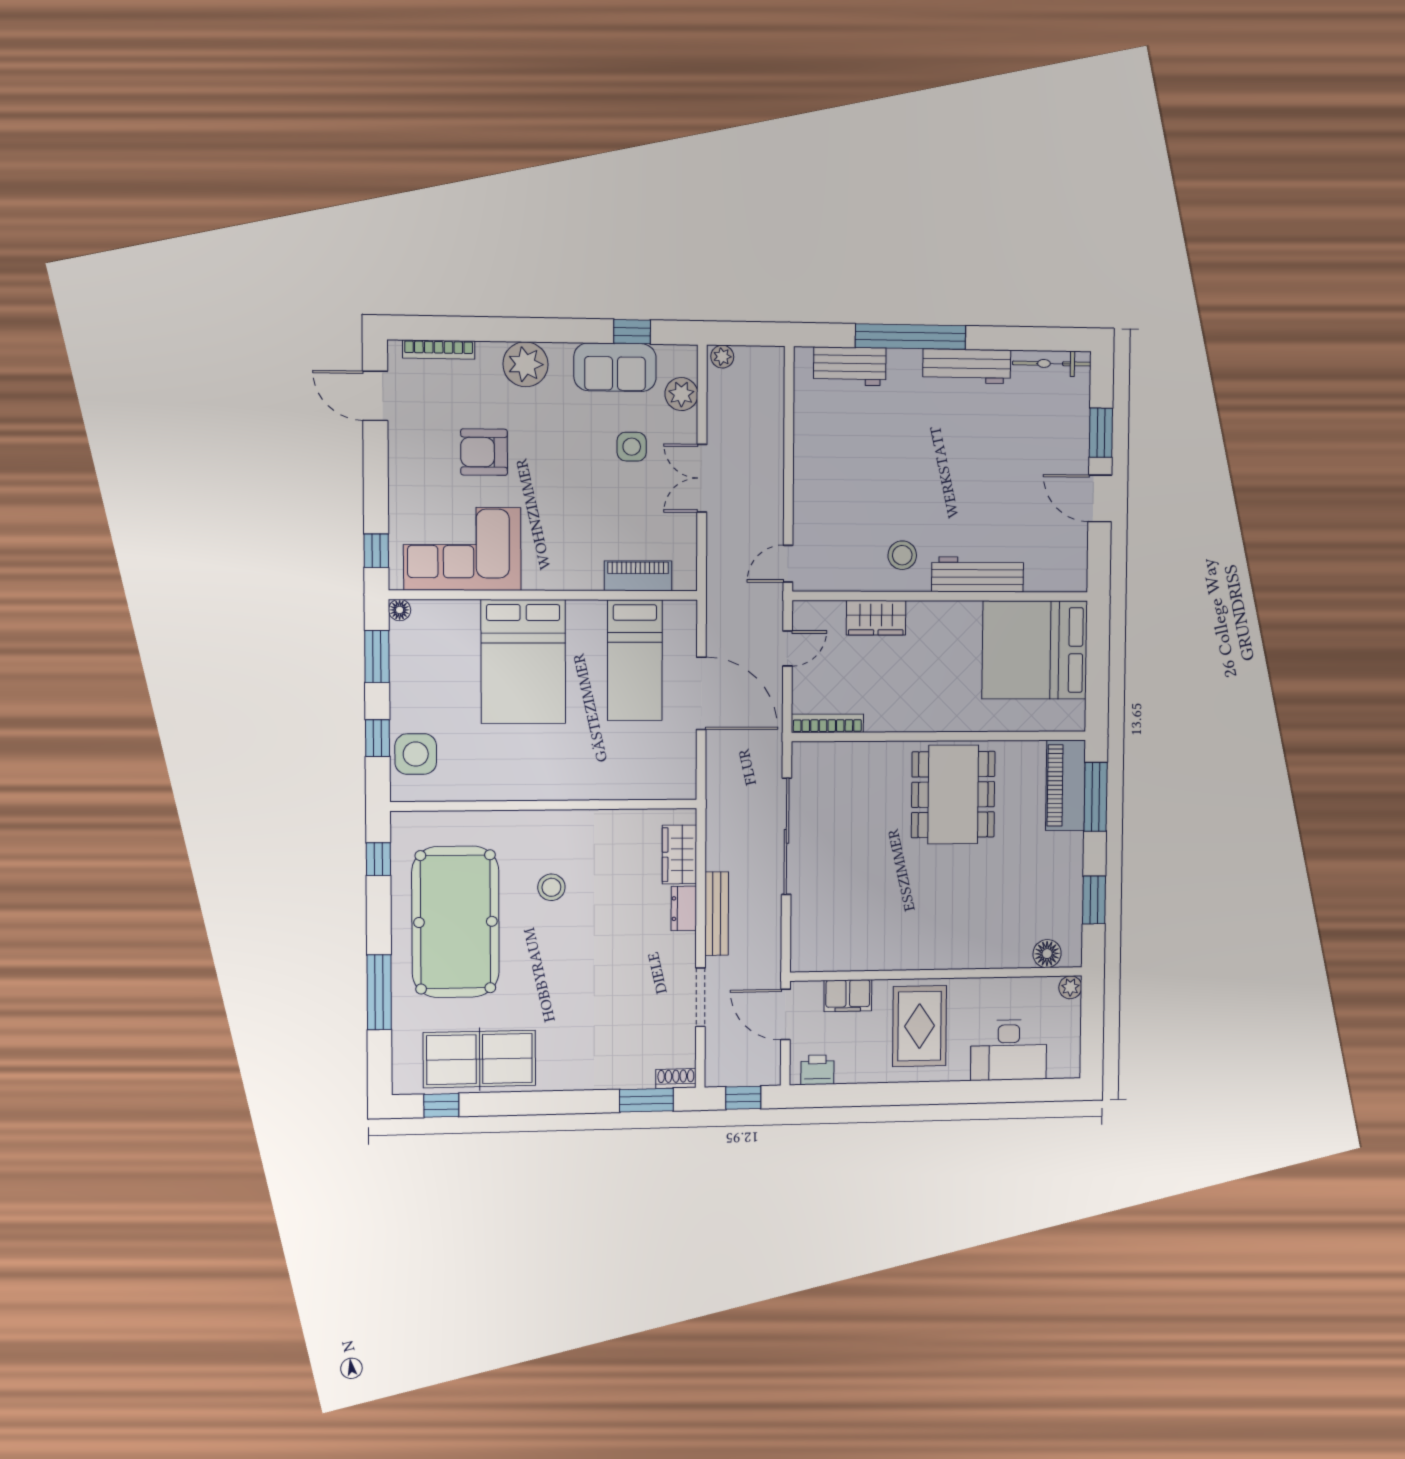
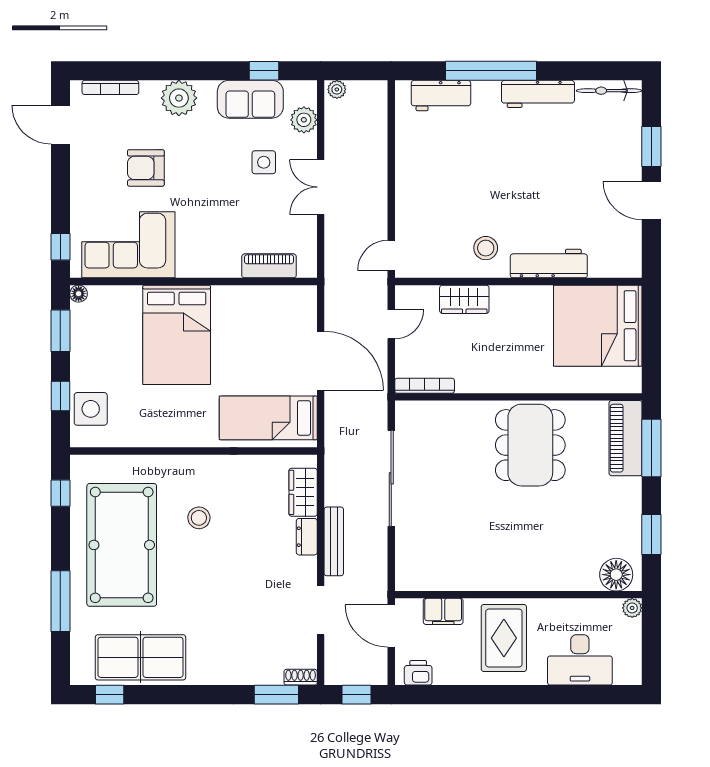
bed: (635, 660) -> (268, 418), moved, turned 90
floor lamp: (1047, 954) -> (616, 575), width x1.38, depth x1.38

